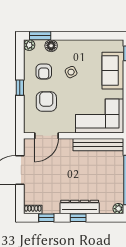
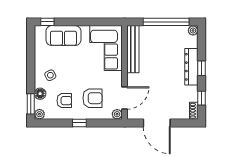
side table: (71, 72) -> (50, 75), moved
armchair: (46, 102) -> (92, 98), turned 180
plant: (29, 128) -> (117, 114), added
door: (47, 136) -> (125, 98), hinge flipped

